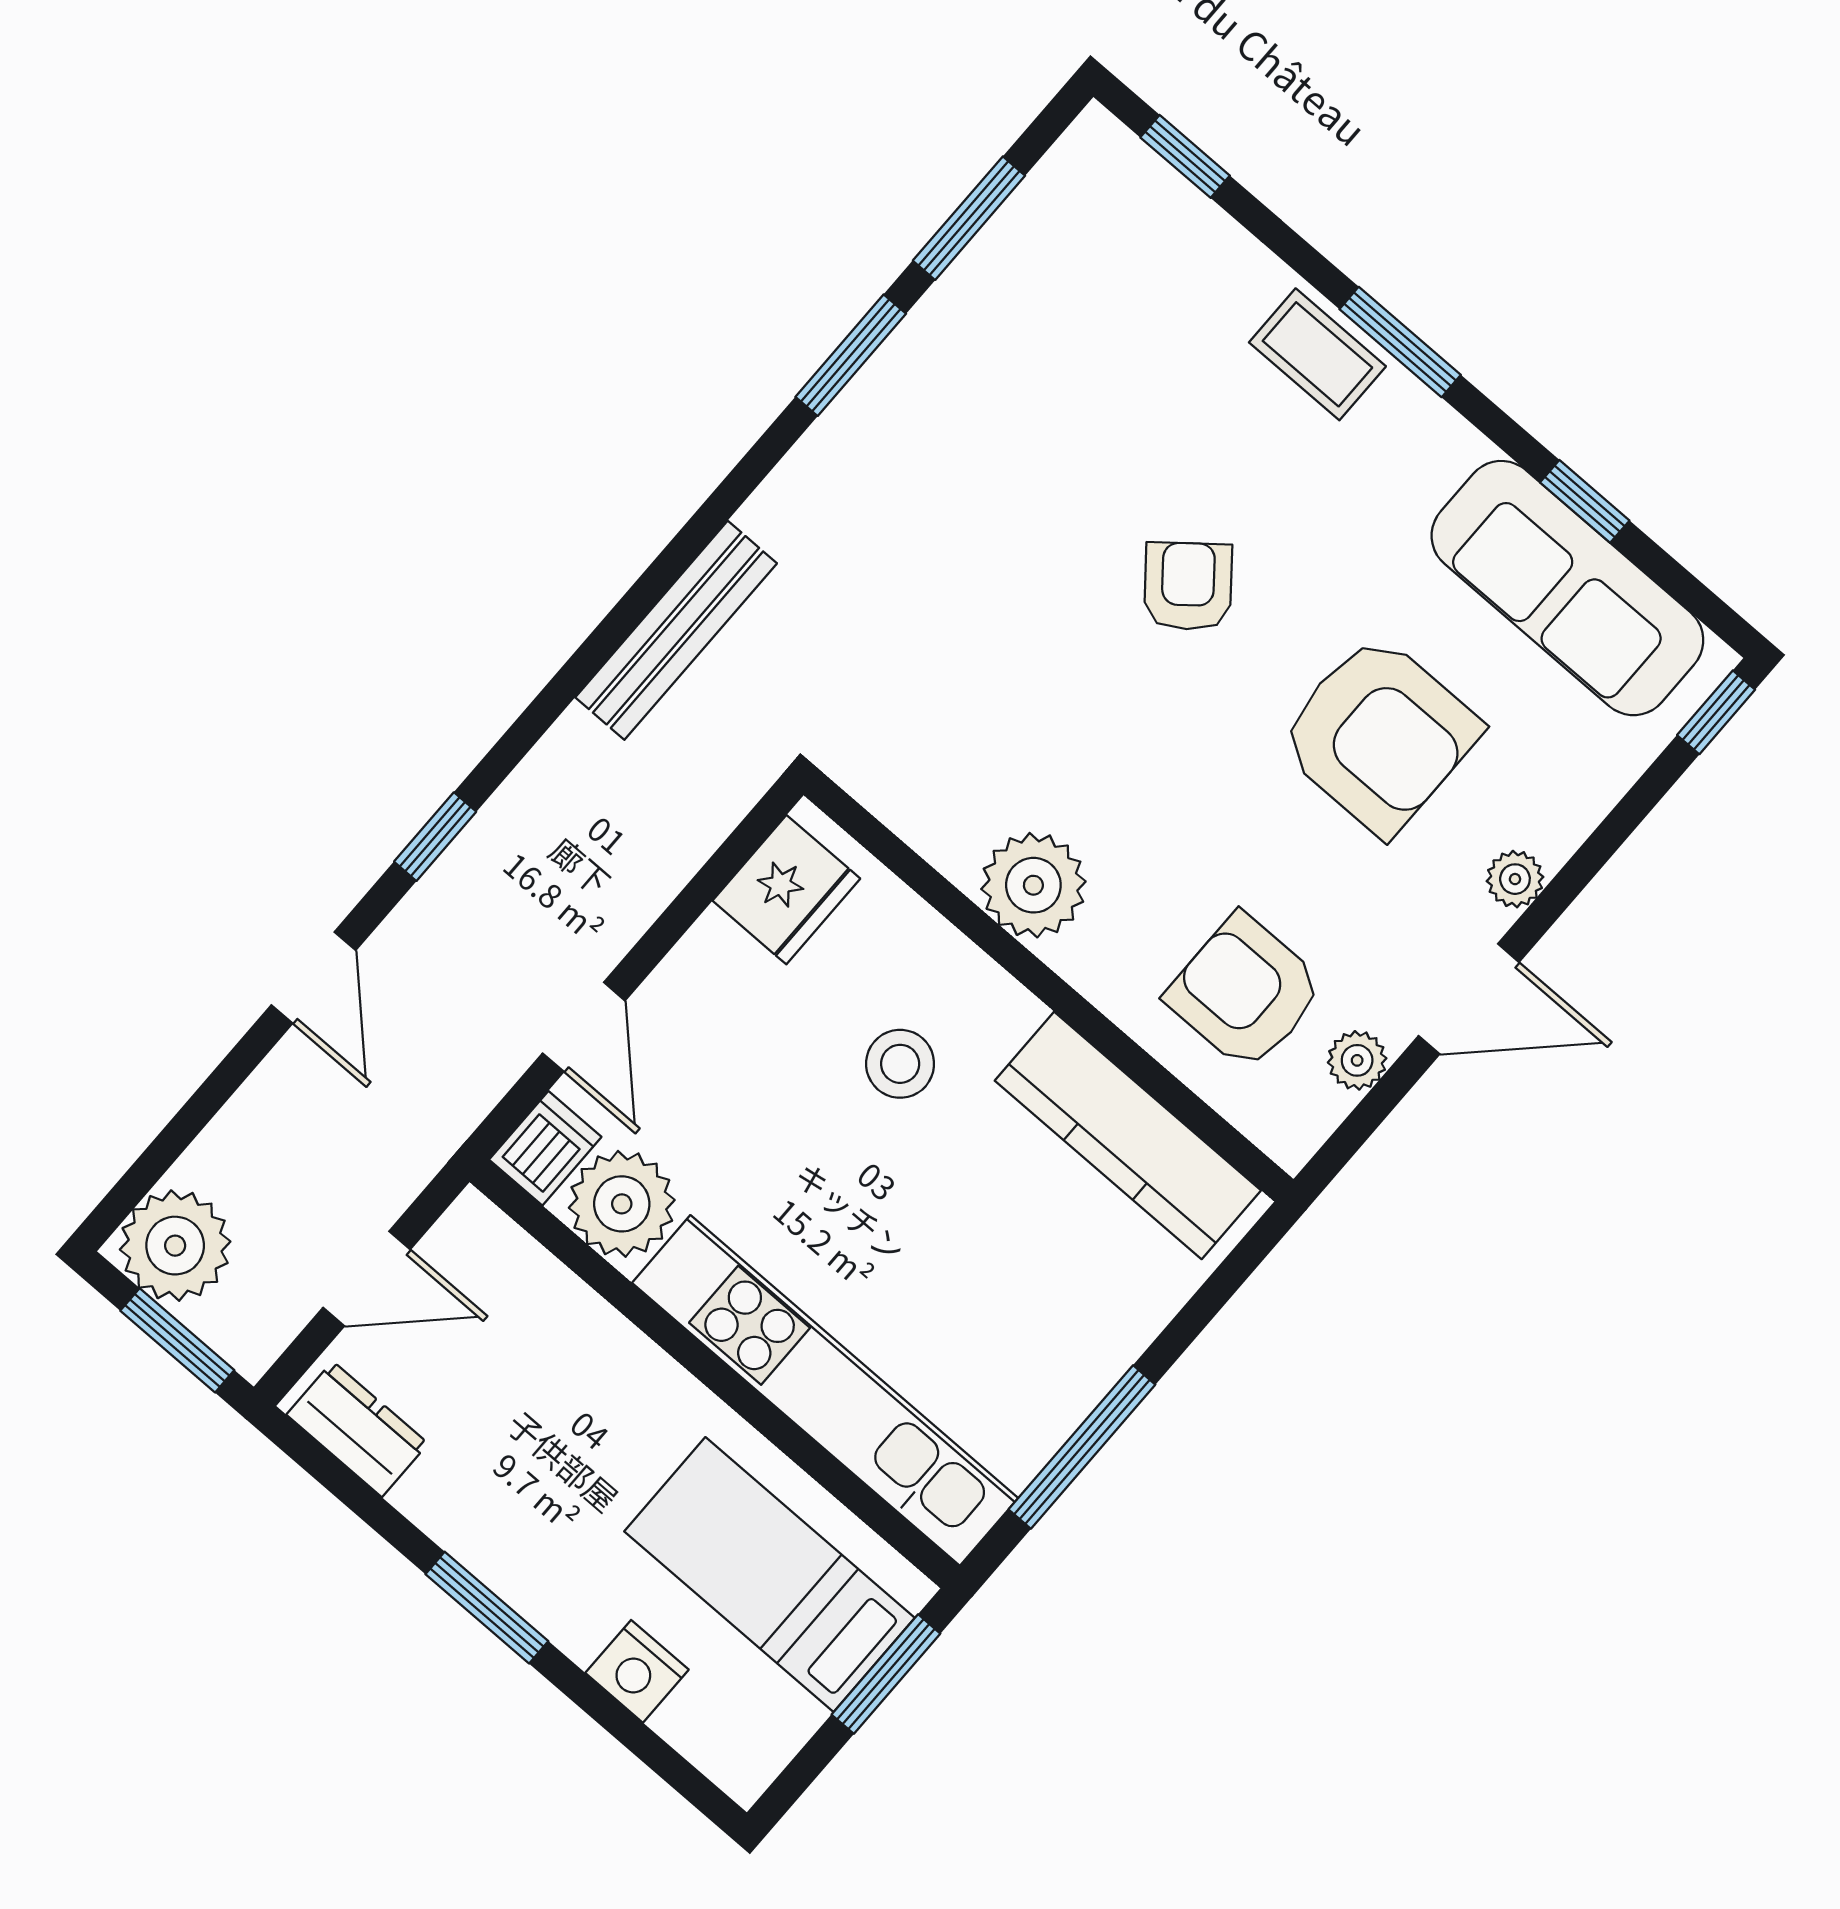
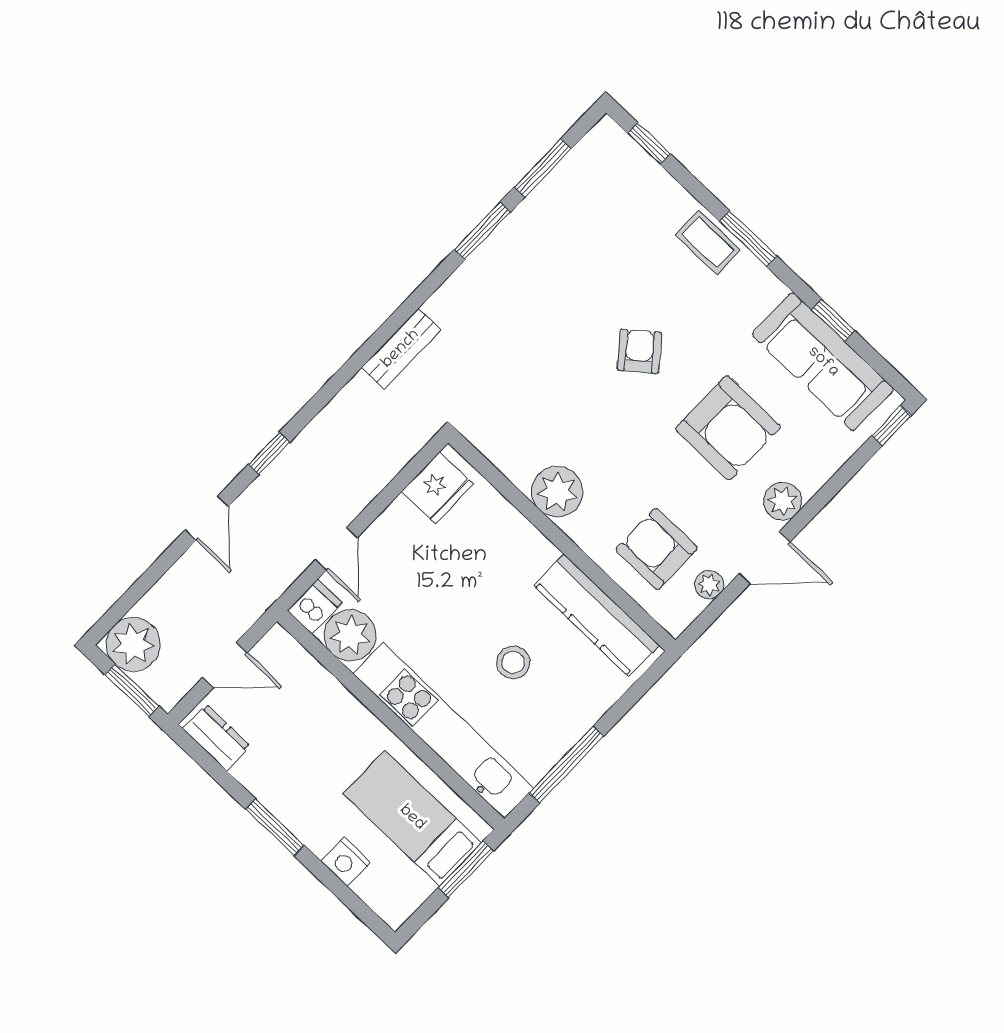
bench: (676, 630) -> (401, 349), width x0.73
plant: (1515, 879) -> (783, 501), width x1.38, depth x1.38
stool: (900, 1064) -> (513, 662), moved

